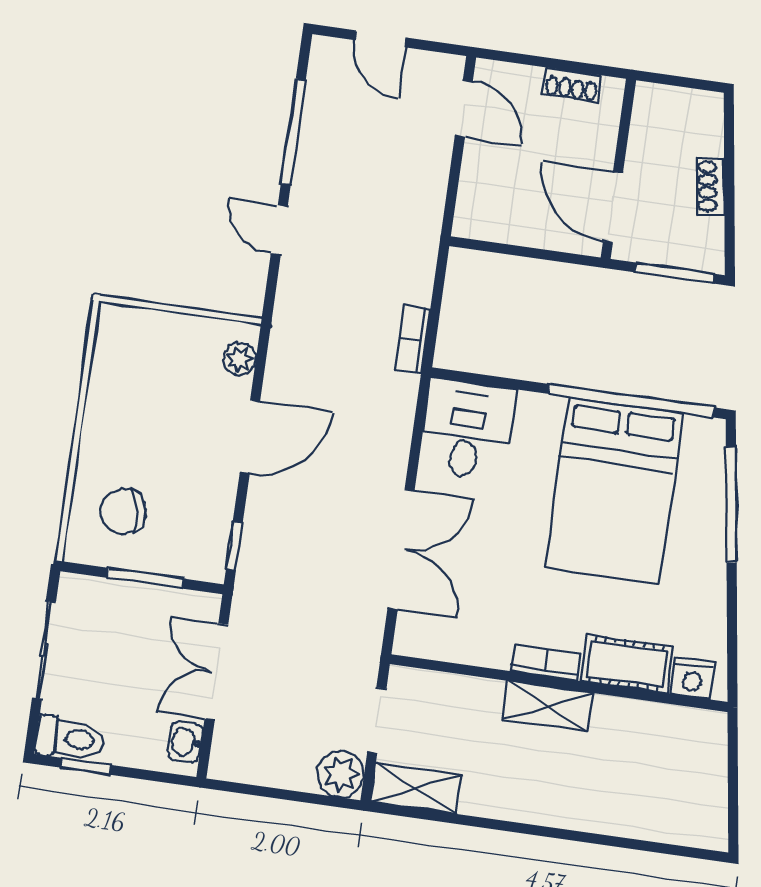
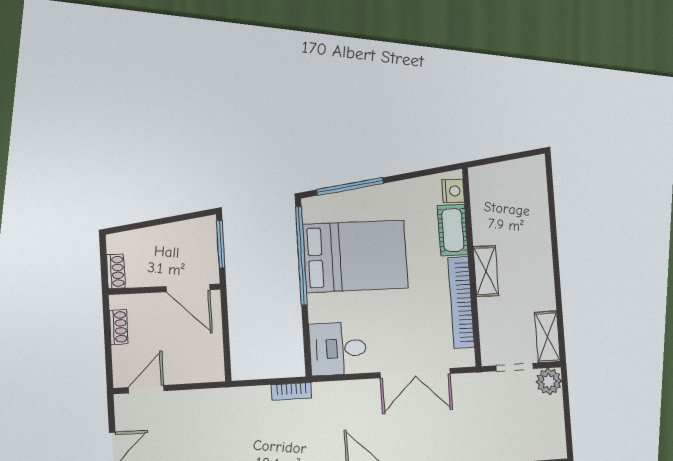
shoe rack: (711, 186) -> (116, 271), moved, turned -82
door: (613, 207) -> (188, 288), hinge flipped
double door: (401, 550) -> (415, 373), swing flipped
bookcase: (546, 663) -> (461, 302), width x2.31, depth x1.31

